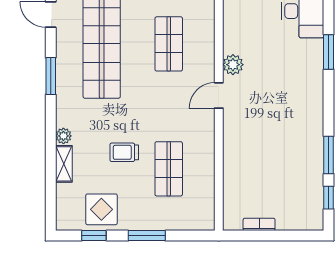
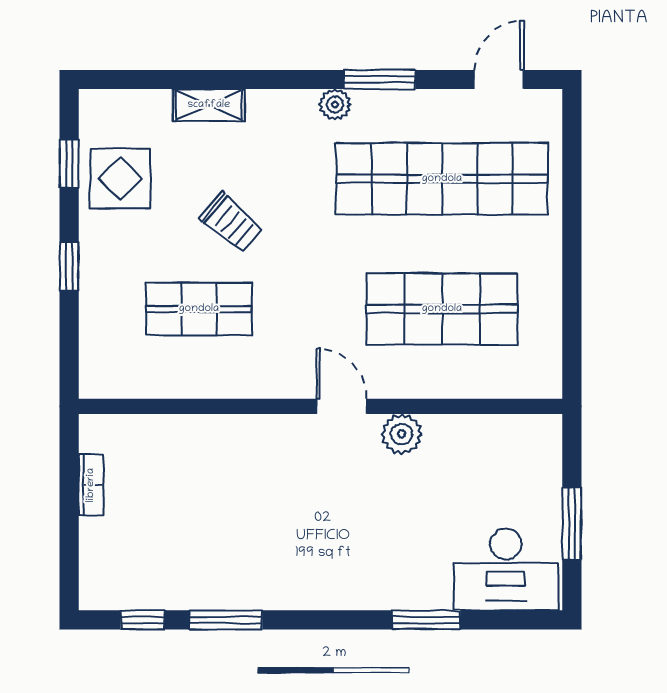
shop shelf: (169, 44) -> (442, 309), width x1.43, depth x1.36
plant: (63, 136) -> (335, 104), moved
trolley: (124, 152) -> (231, 223), turned 131
window: (147, 236) -> (69, 266), width x0.67

